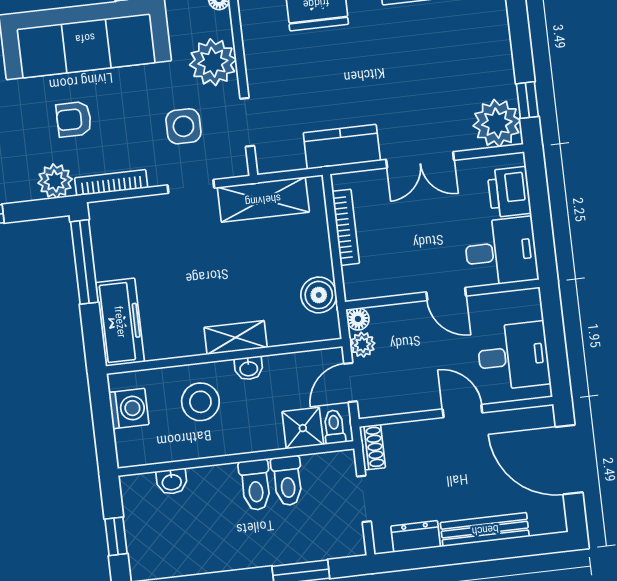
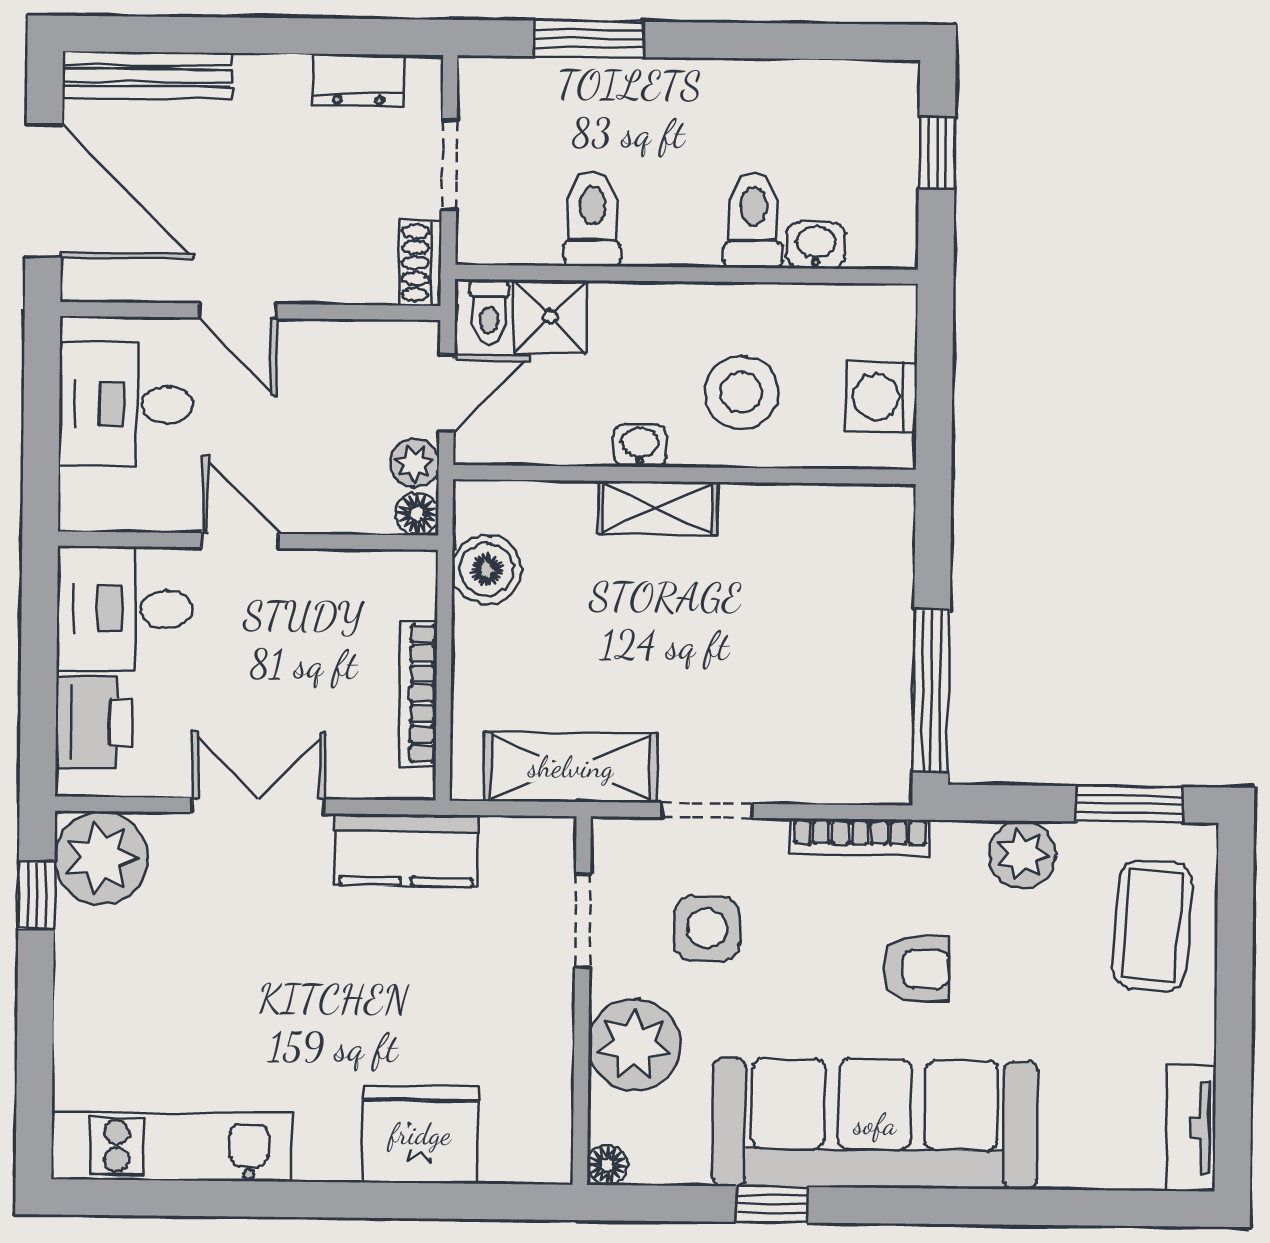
plant: (55, 181) -> (1022, 855), moved
freezer: (120, 322) -> (877, 566), removed
toilet: (255, 485) -> (754, 220), moved
bench: (485, 530) -> (147, 76), moved

